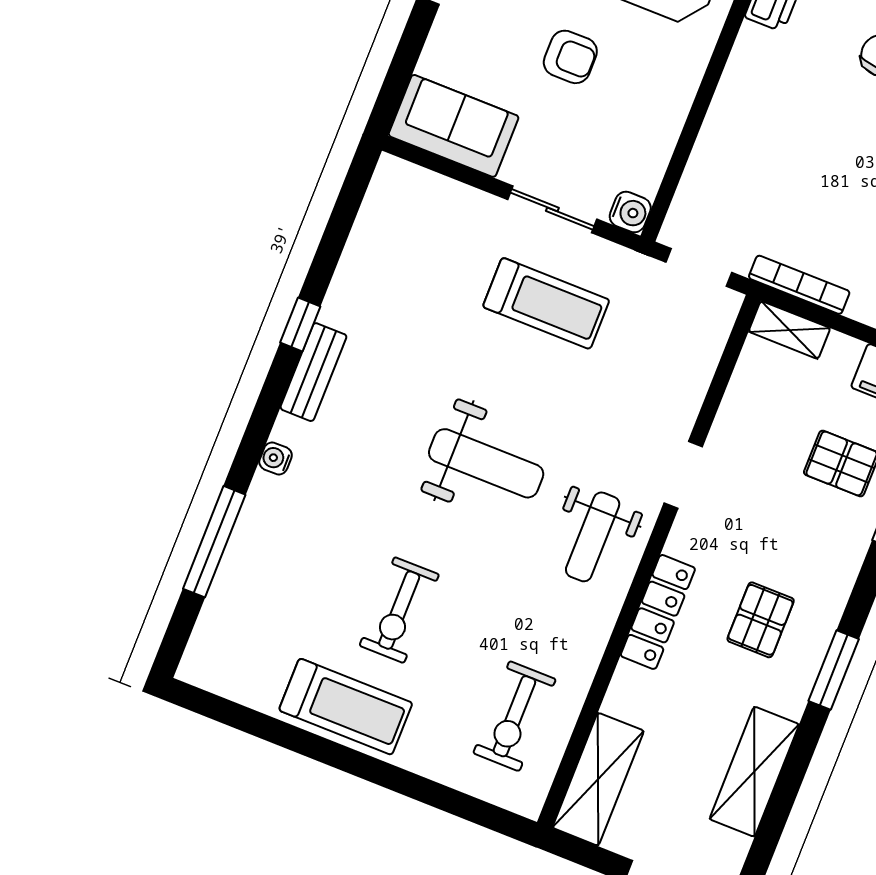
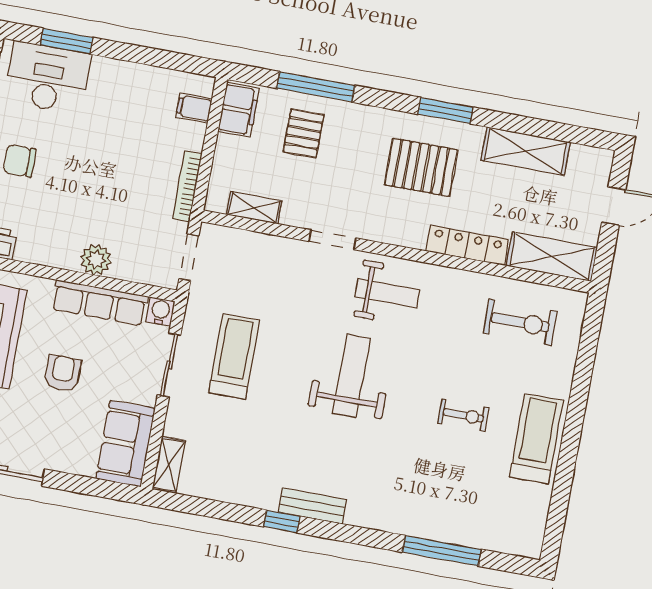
row of seats: (660, 128) -> (99, 303), added
plant: (721, 136) -> (96, 260), added
shelving: (412, 181) -> (169, 465), added
shelving: (789, 330) -> (254, 208), moved, turned 90
water cooler: (276, 458) -> (377, 520), removed
exercise bike: (399, 610) -> (463, 415), width x0.73, depth x0.72
locker: (658, 612) -> (467, 245), moved
pallet: (761, 620) -> (421, 167), width x1.50, depth x1.42

